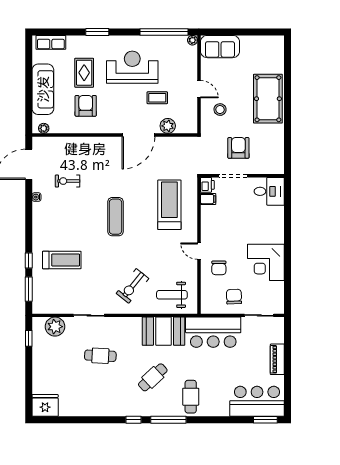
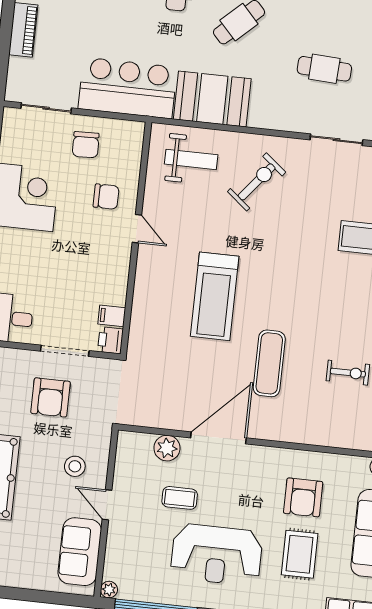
sofa: (220, 47) -> (80, 552), moved, turned -90
treadmill: (169, 205) -> (215, 296), moved
exercise mat: (115, 217) -> (269, 363), moved
chair: (219, 268) -> (106, 197), turned 90

